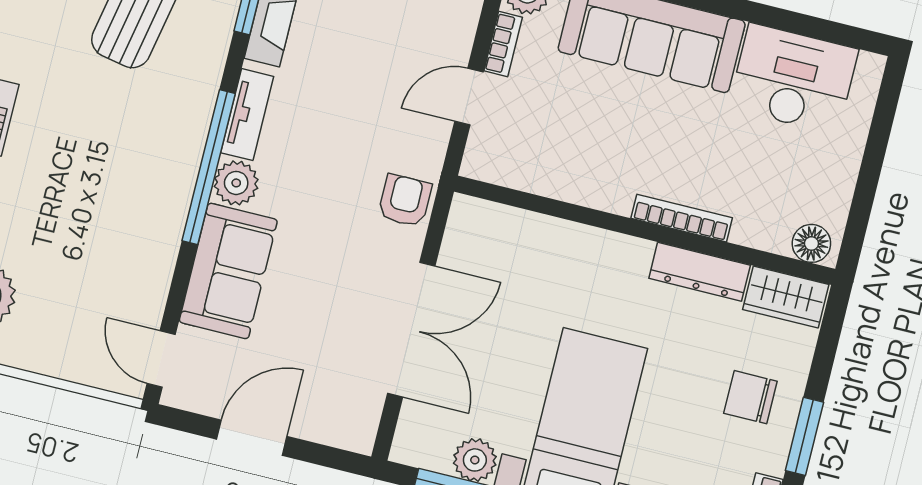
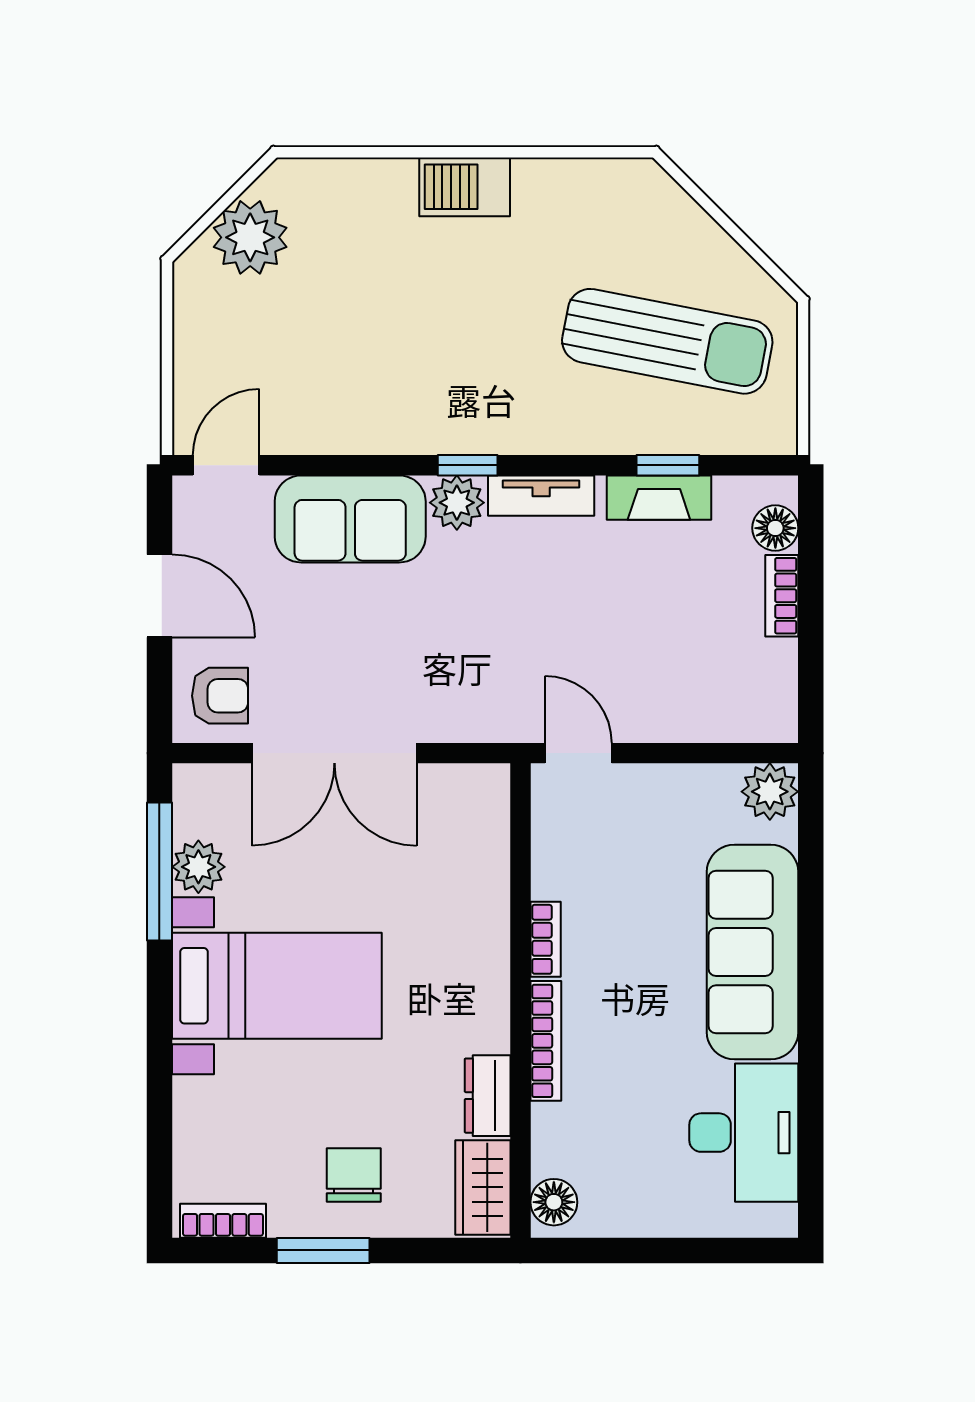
bookcase: (503, 44) -> (546, 939), moved, turned -90
door: (469, 97) -> (578, 753), moved
window: (209, 167) -> (468, 465), width x0.32
armchair: (405, 201) -> (220, 696), moved
dresser: (700, 272) -> (488, 1096), width x0.70

